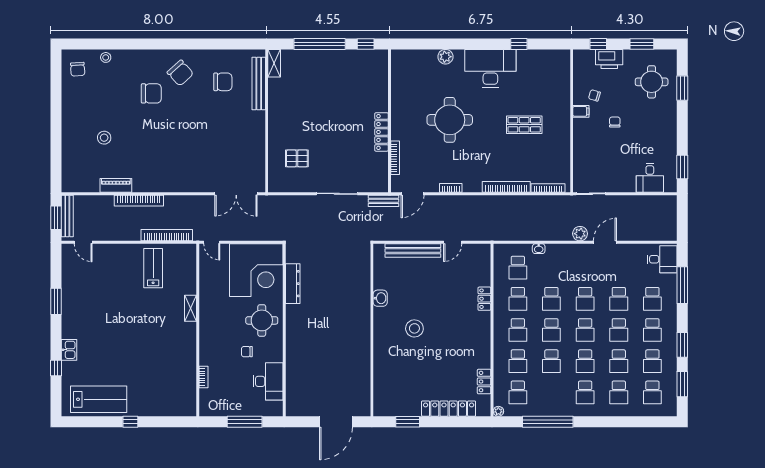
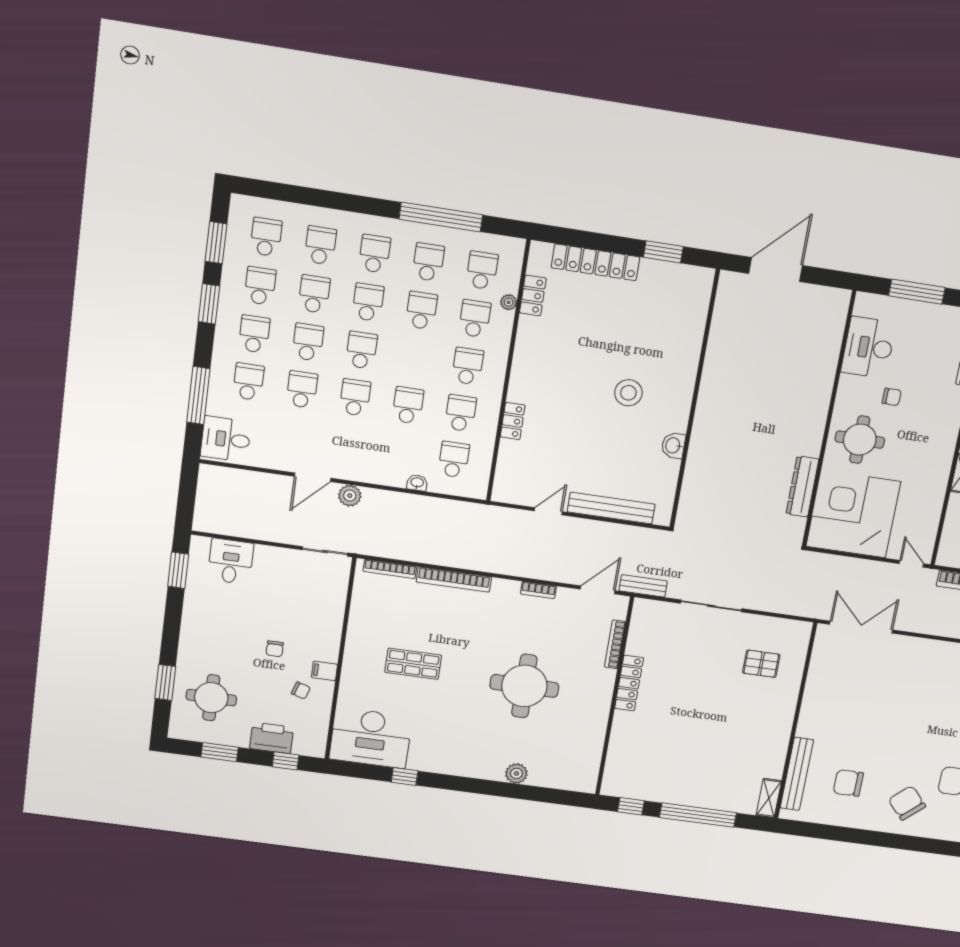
desk: (490, 68) -> (371, 738), moved
school desk: (551, 330) -> (428, 262), moved
plant: (498, 411) -> (509, 302), moved

